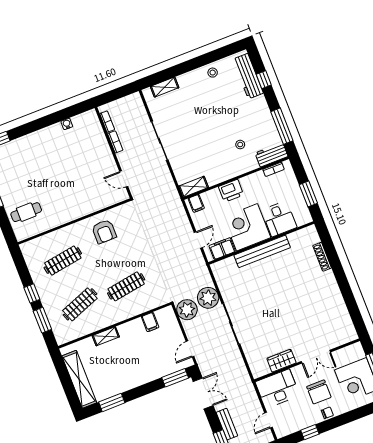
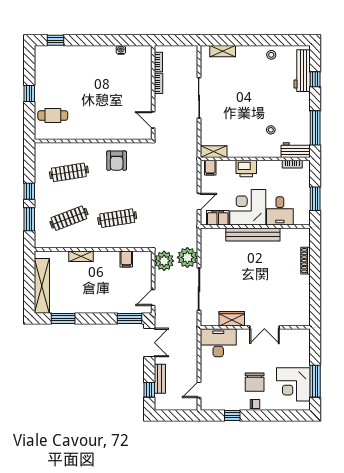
double door: (316, 357) -> (264, 327), moved
wall: (307, 360) -> (255, 327), moved
wardrobe: (281, 361) -> (232, 319), moved
desk: (277, 389) -> (218, 343), moved

